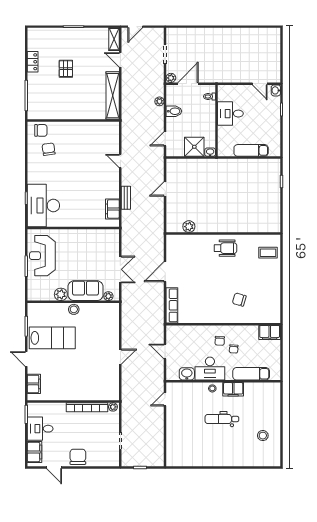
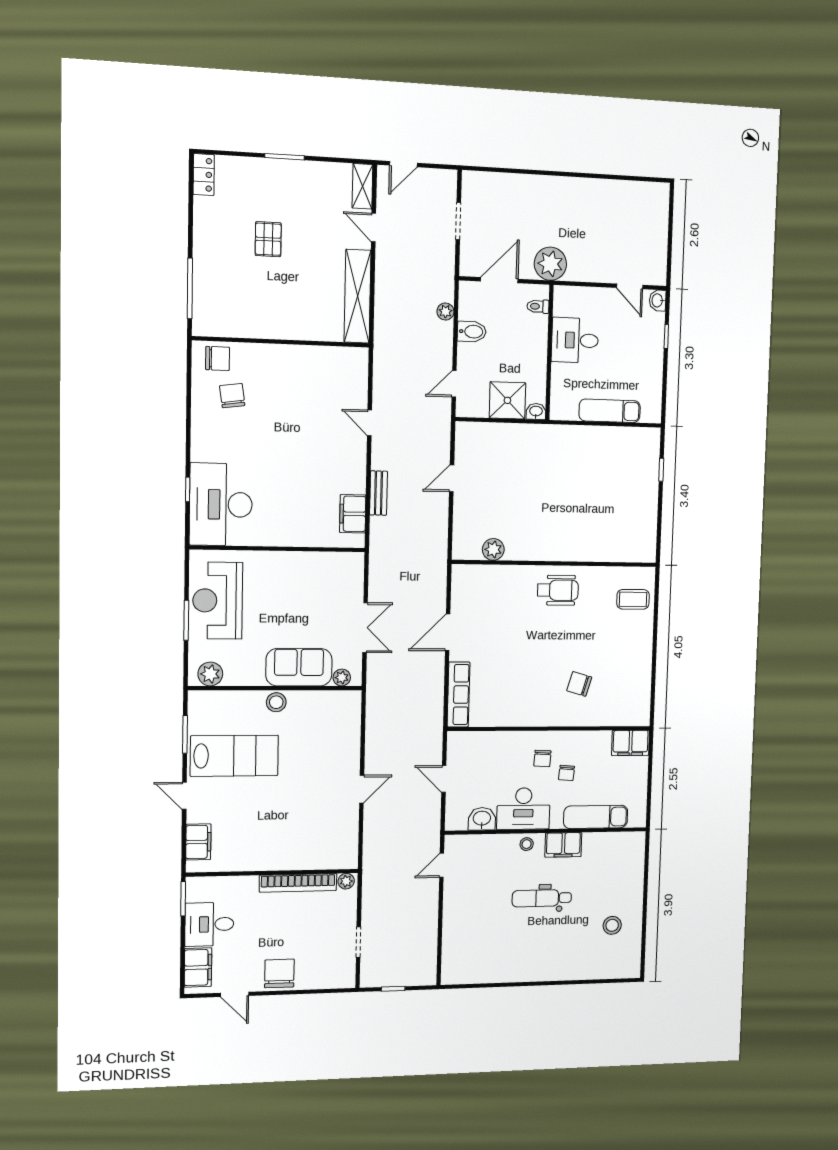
locker: (33, 62) -> (204, 175), moved
plant: (171, 78) -> (550, 264), moved, width x1.87, depth x1.87
plant: (61, 294) -> (210, 674), moved

